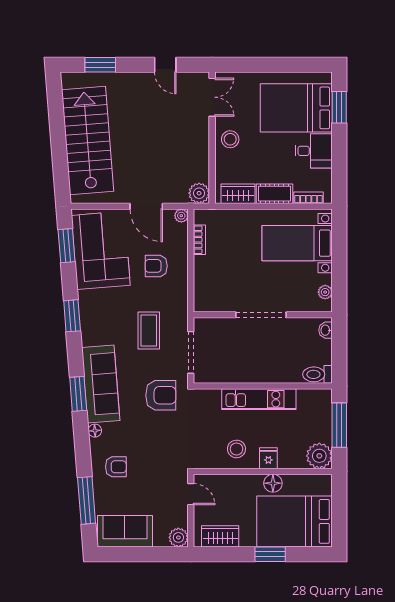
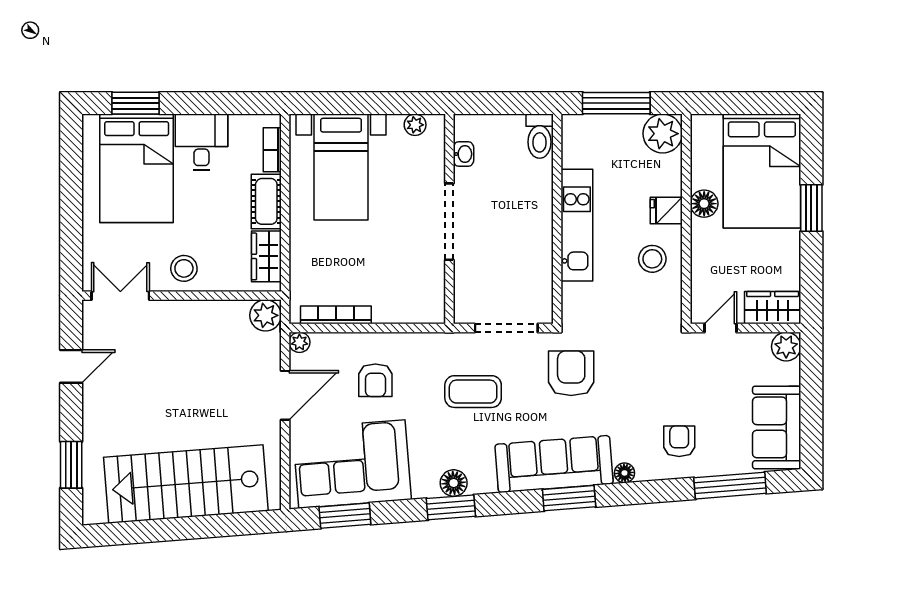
bookcase: (199, 240) -> (336, 315), width x1.56
floor lamp: (88, 318) -> (454, 483), added
washbasin: (326, 330) -> (463, 154), moved, turned -90
wardrobe: (220, 536) -> (773, 308), moved, turned 90

